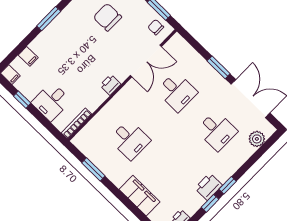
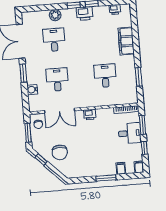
window: (49, 19) -> (106, 178), moved
water cooler: (194, 58) -> (32, 90), added
double door: (146, 61) -> (59, 111), swing flipped
window: (45, 122) -> (143, 125), added
plant: (257, 139) -> (55, 15), moved

